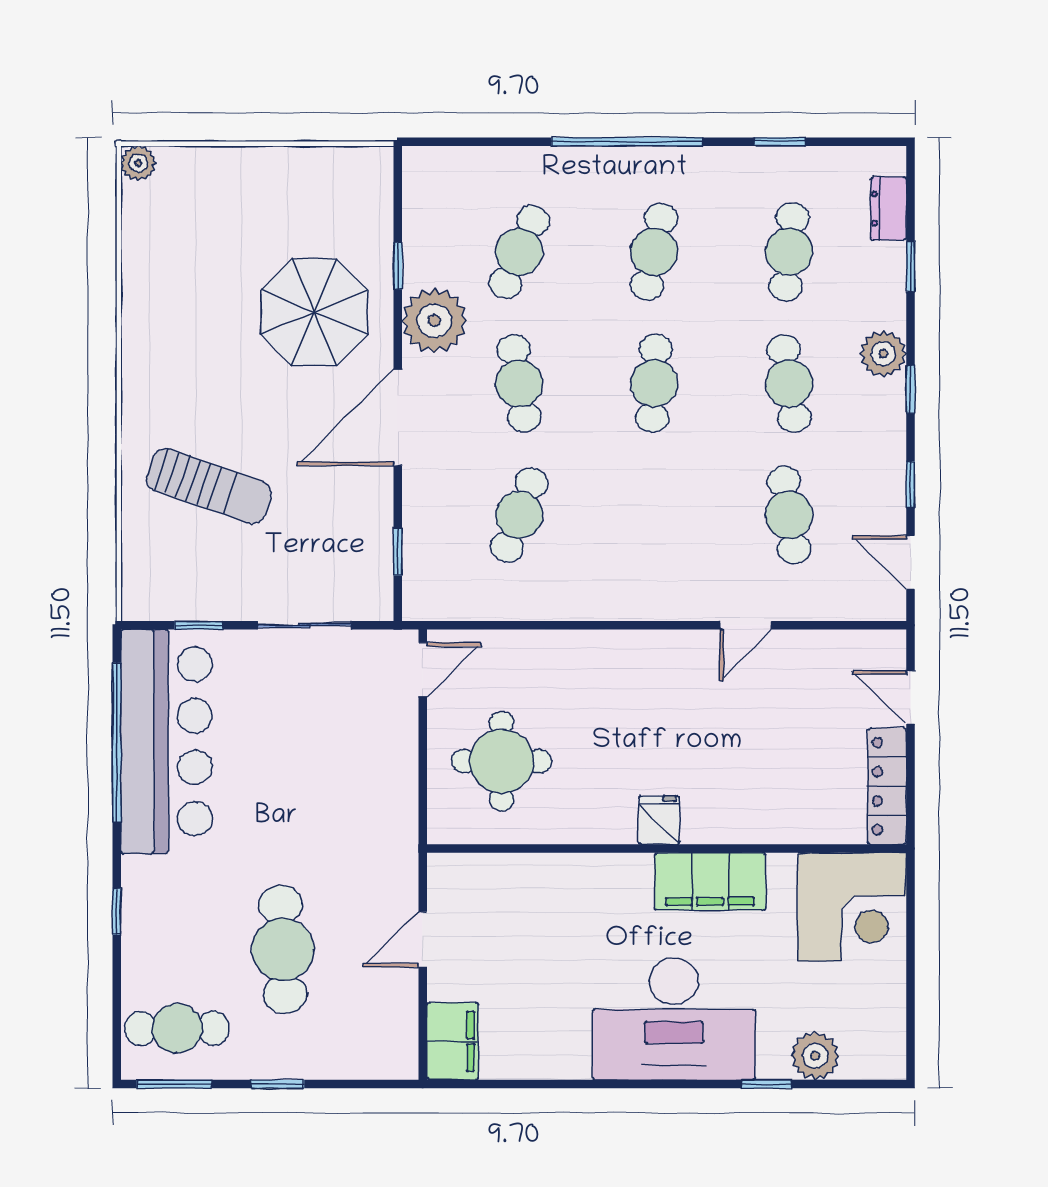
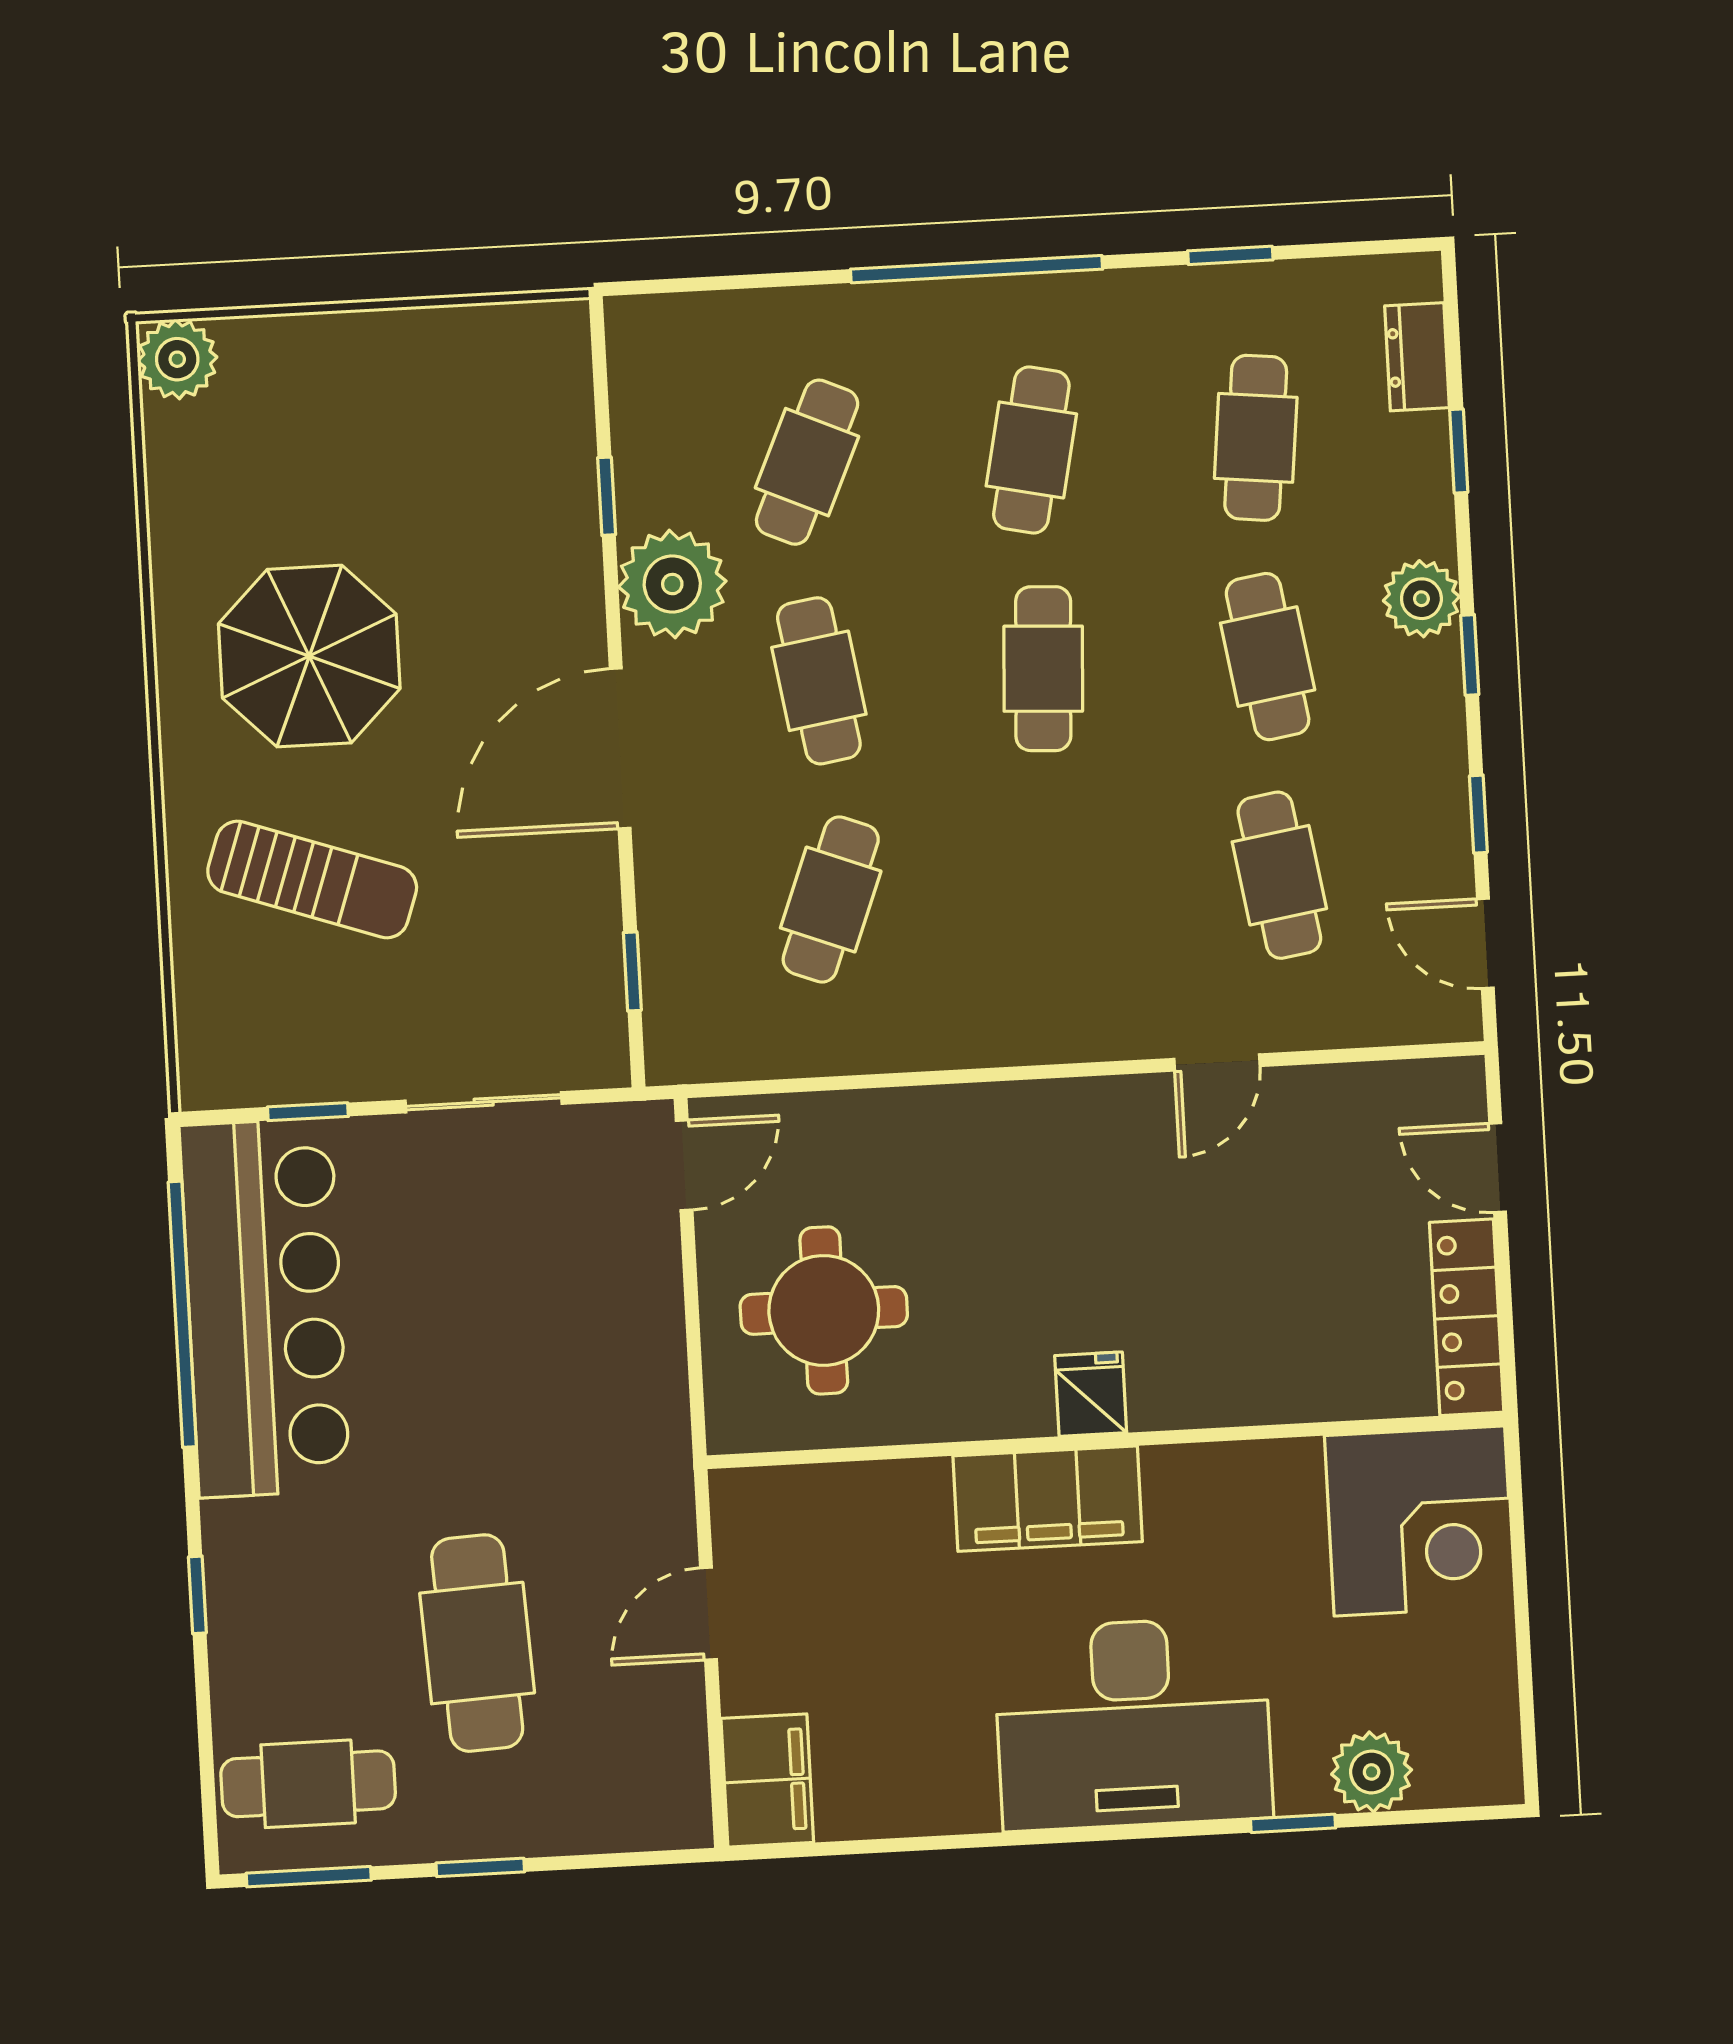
plant: (138, 163) -> (177, 359), width x1.38, depth x1.38
parasol: (314, 312) -> (309, 656), moved
filing cabinet: (710, 881) -> (1048, 1499), moved

